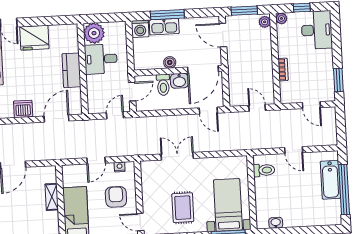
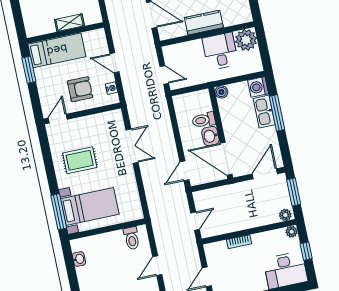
boiler: (170, 62) -> (221, 92), moved
door: (132, 92) -> (192, 89), removed

